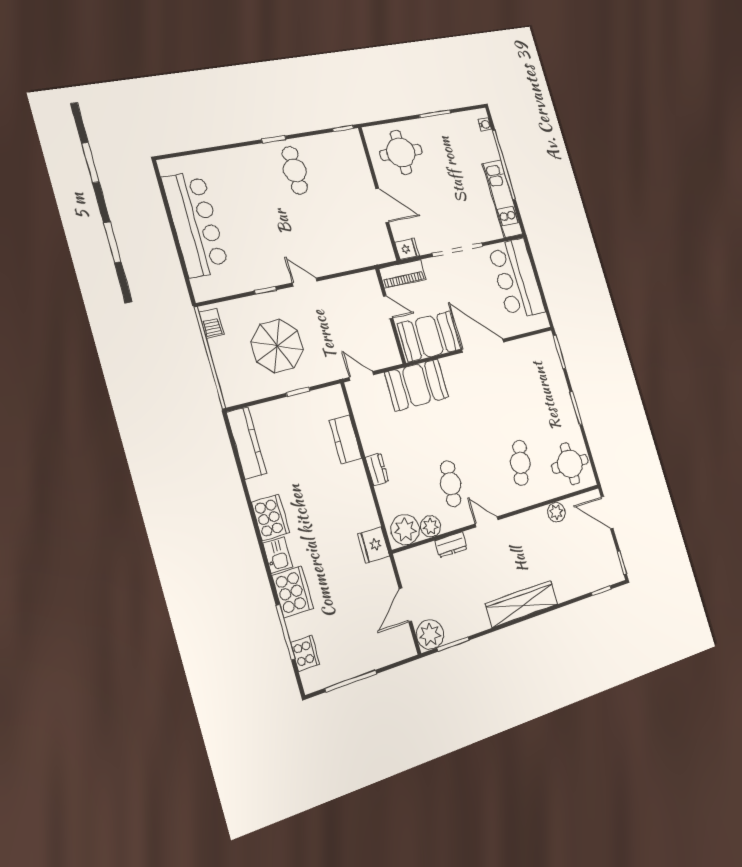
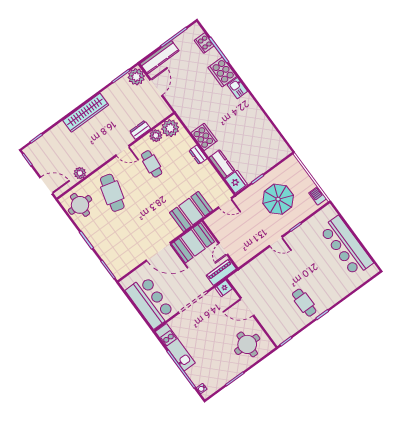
door: (388, 307) -> (223, 249), hinge flipped
kitchen counter: (246, 443) -> (159, 57), moved, turned -90
cafe table: (520, 463) -> (112, 193), width x1.37, depth x1.35
cooker: (270, 518) -> (204, 137), moved, turned 180
fridge: (374, 545) -> (236, 182), moved

